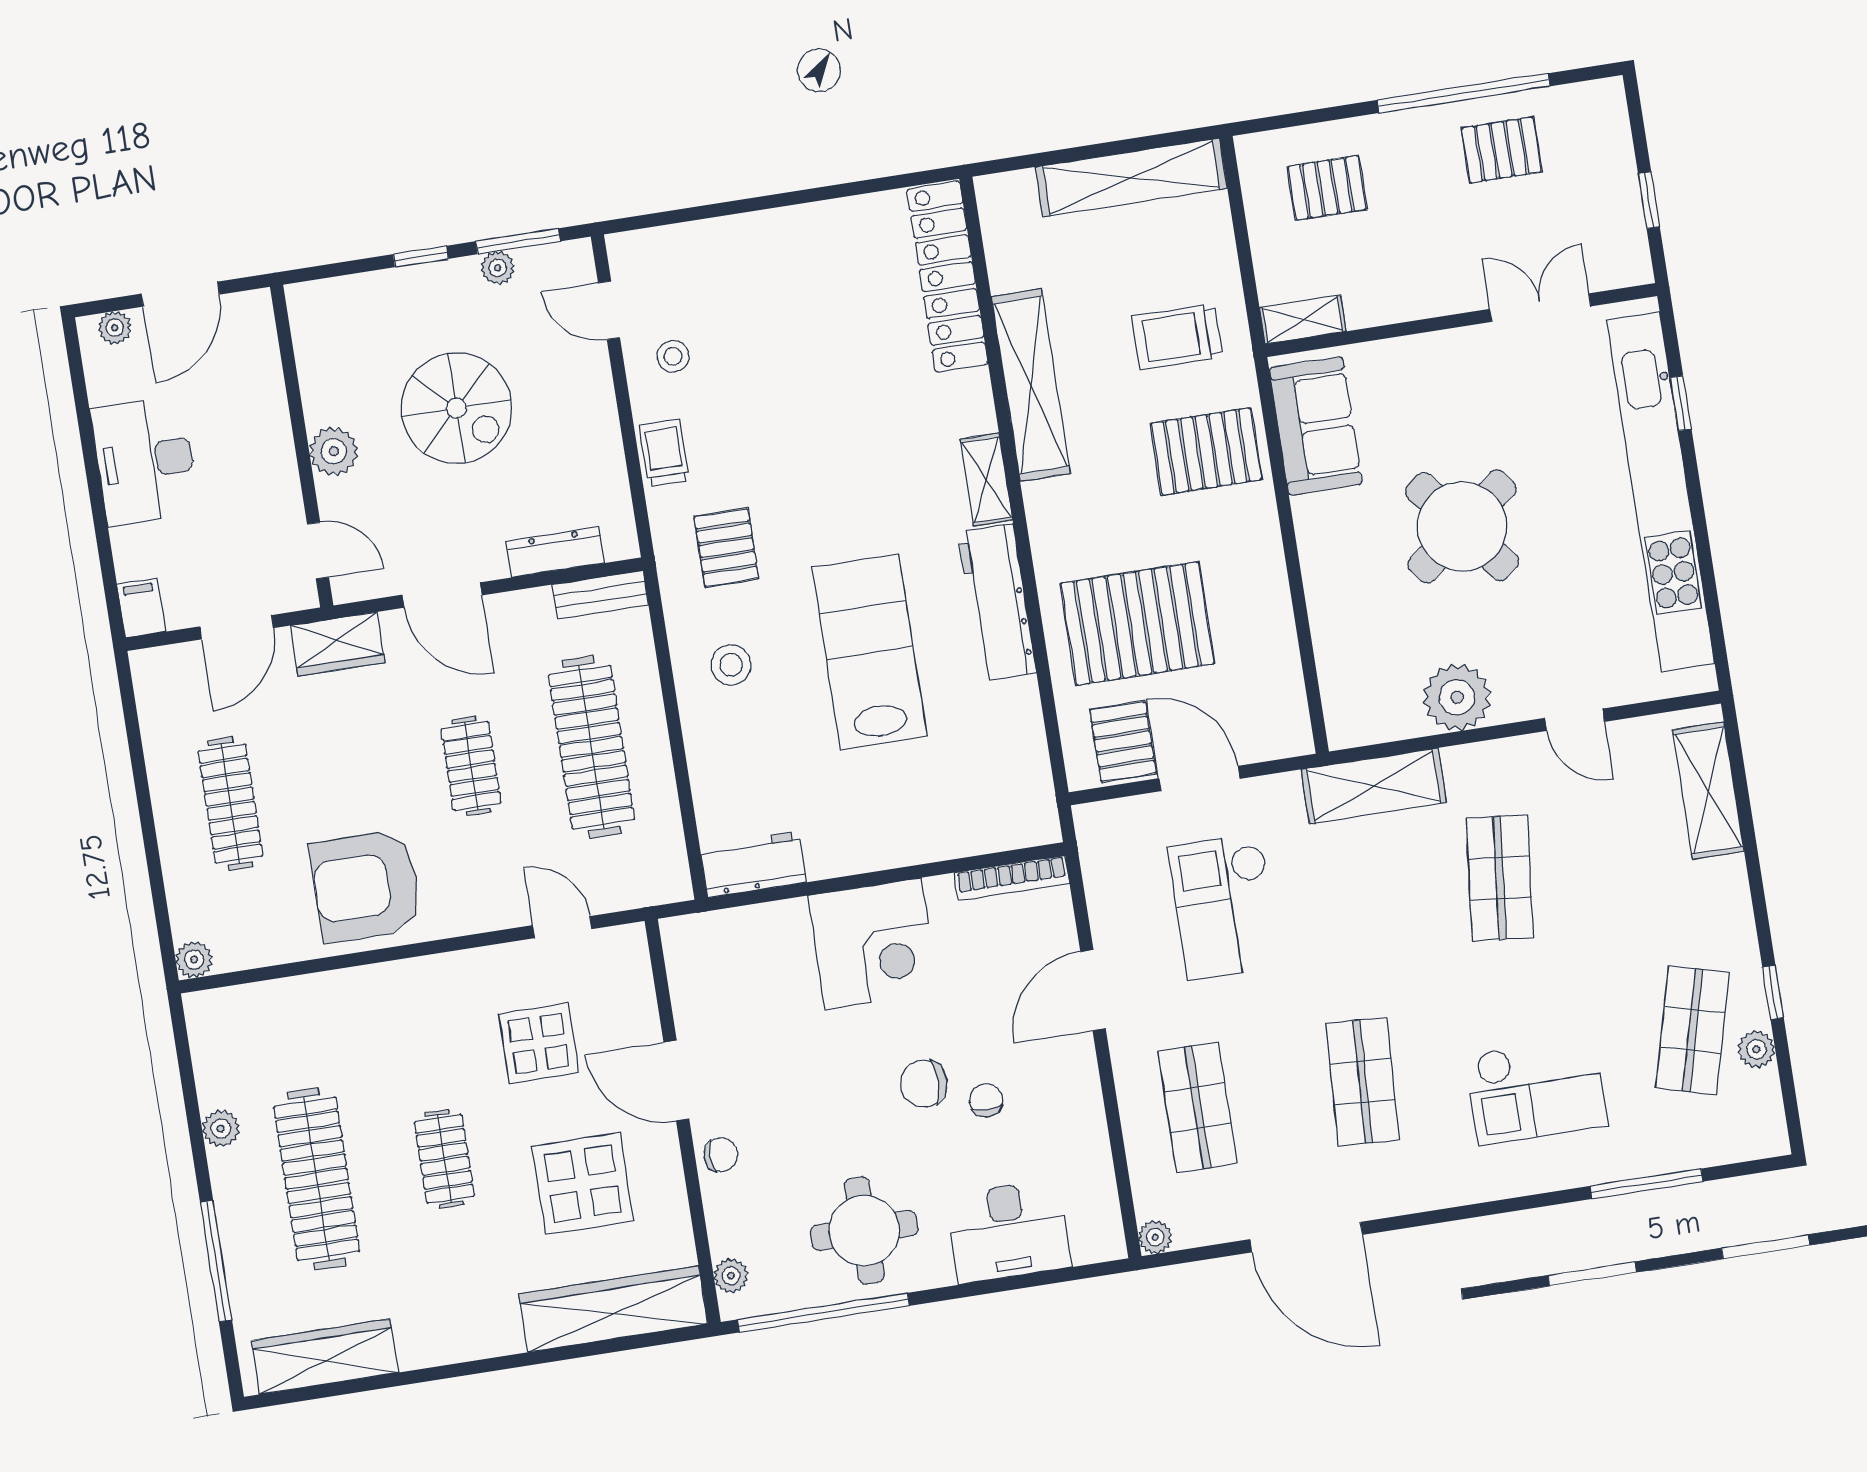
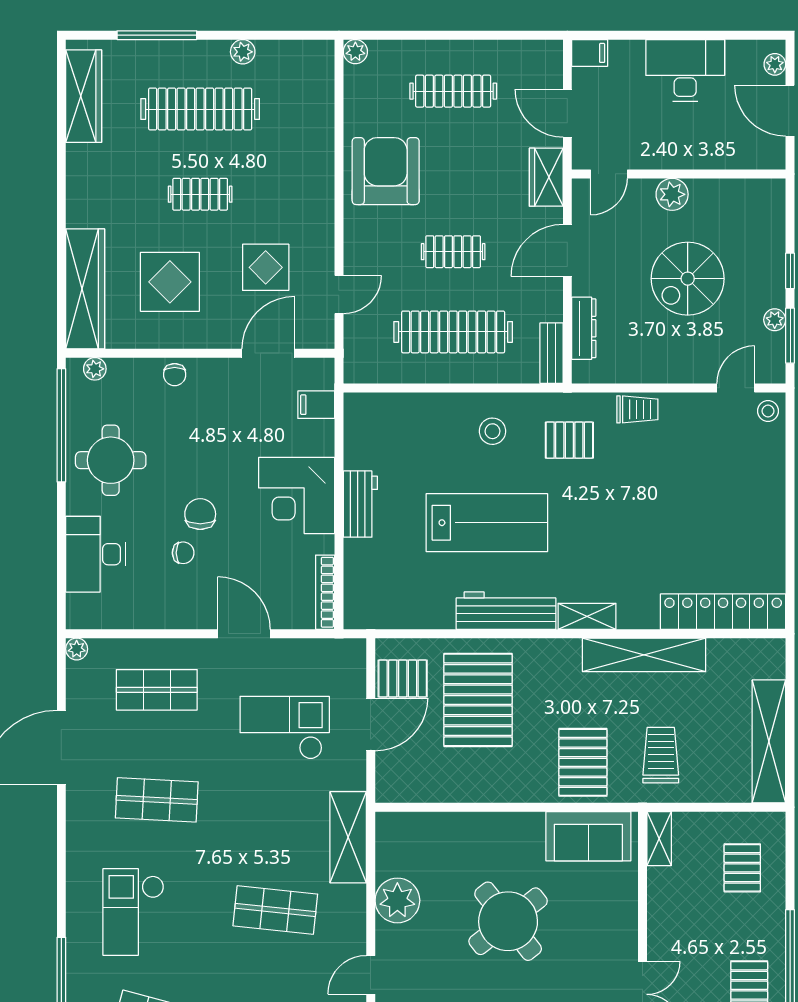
stool: (673, 356) -> (768, 411), moved
workbench: (753, 864) -> (360, 504), moved
filing cabinet: (733, 935) -> (316, 405), added
door: (676, 1081) -> (268, 353), moved

